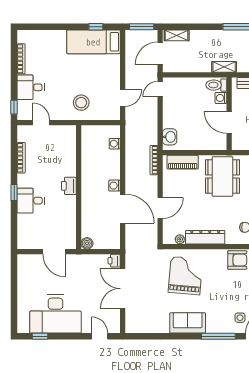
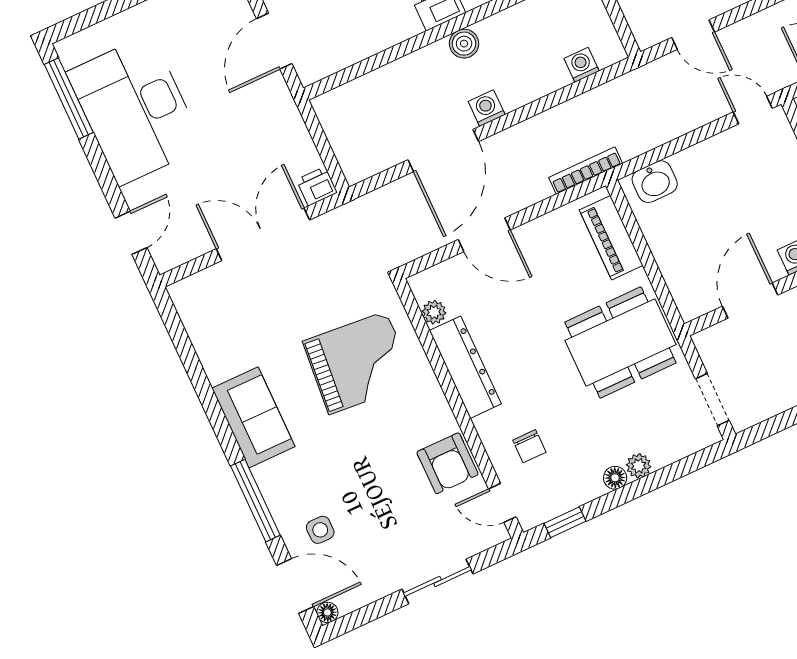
boiler: (87, 243) -> (464, 44), moved
window: (40, 336) -> (69, 98), width x2.17

